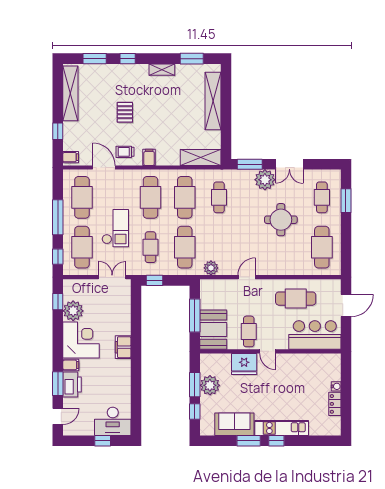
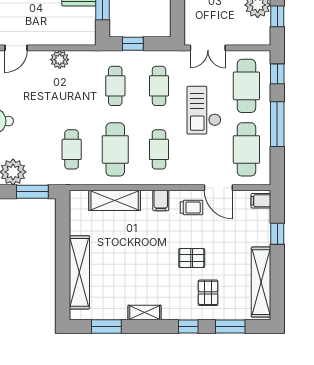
pallet: (112, 85) -> (208, 293), added
pallet: (125, 112) -> (192, 258), turned 90
shelving: (201, 157) -> (115, 200), moved
cafe table: (150, 197) -> (159, 149), width x0.73, depth x0.74
cafe table: (185, 247) -> (115, 86), width x0.73, depth x0.74
plant: (211, 268) -> (60, 60), moved
door: (247, 277) -> (16, 48), moved
window: (155, 280) -> (133, 44), moved

